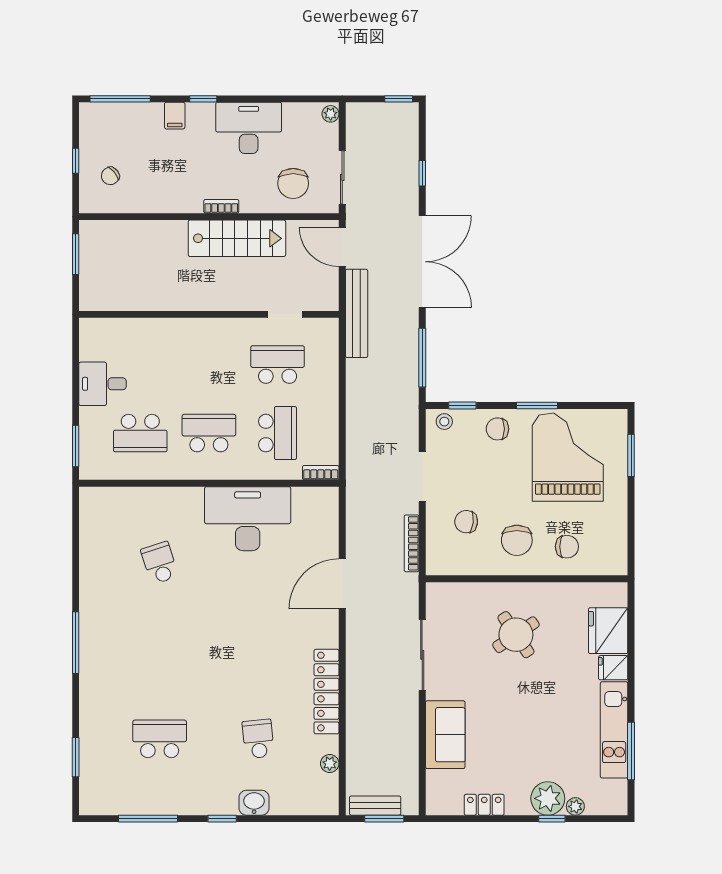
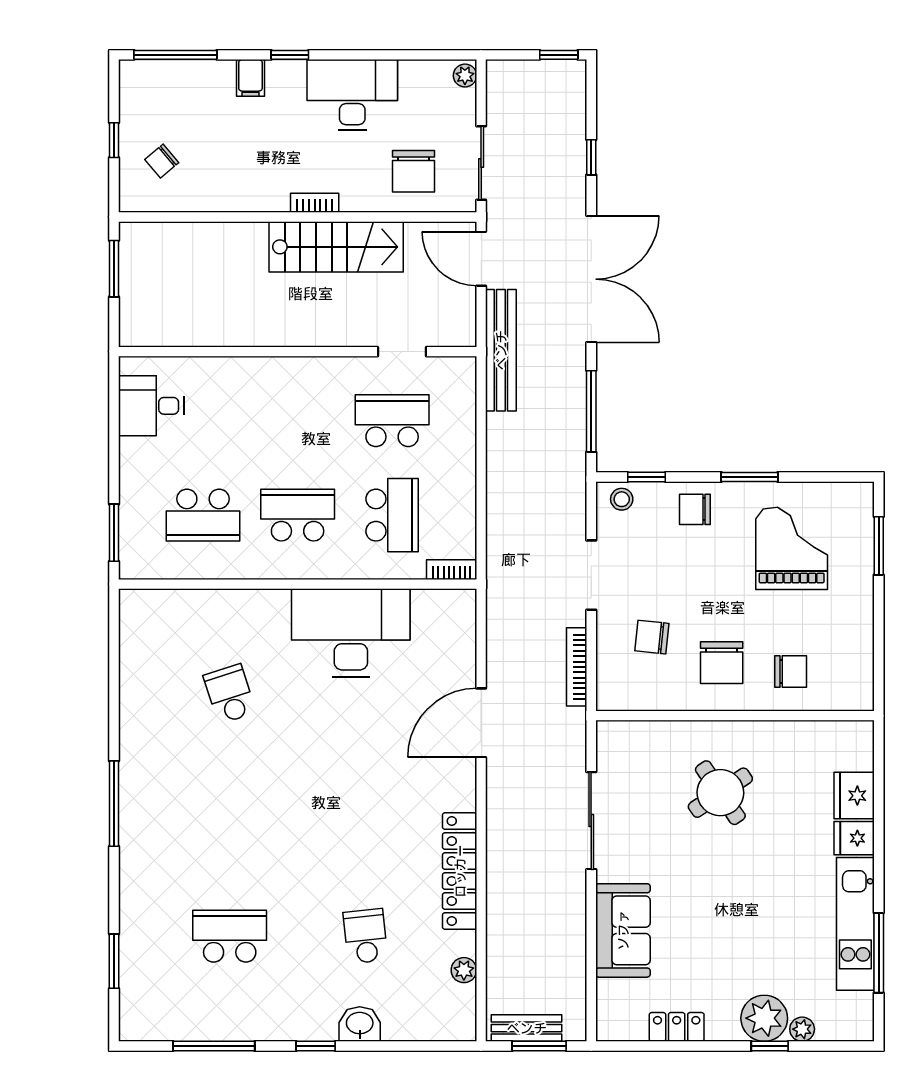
desk: (103, 384) -> (151, 406), moved
grand piano: (568, 457) -> (792, 548), width x0.73, depth x0.68
fridge: (608, 631) -> (854, 796), width x0.73, depth x0.75

